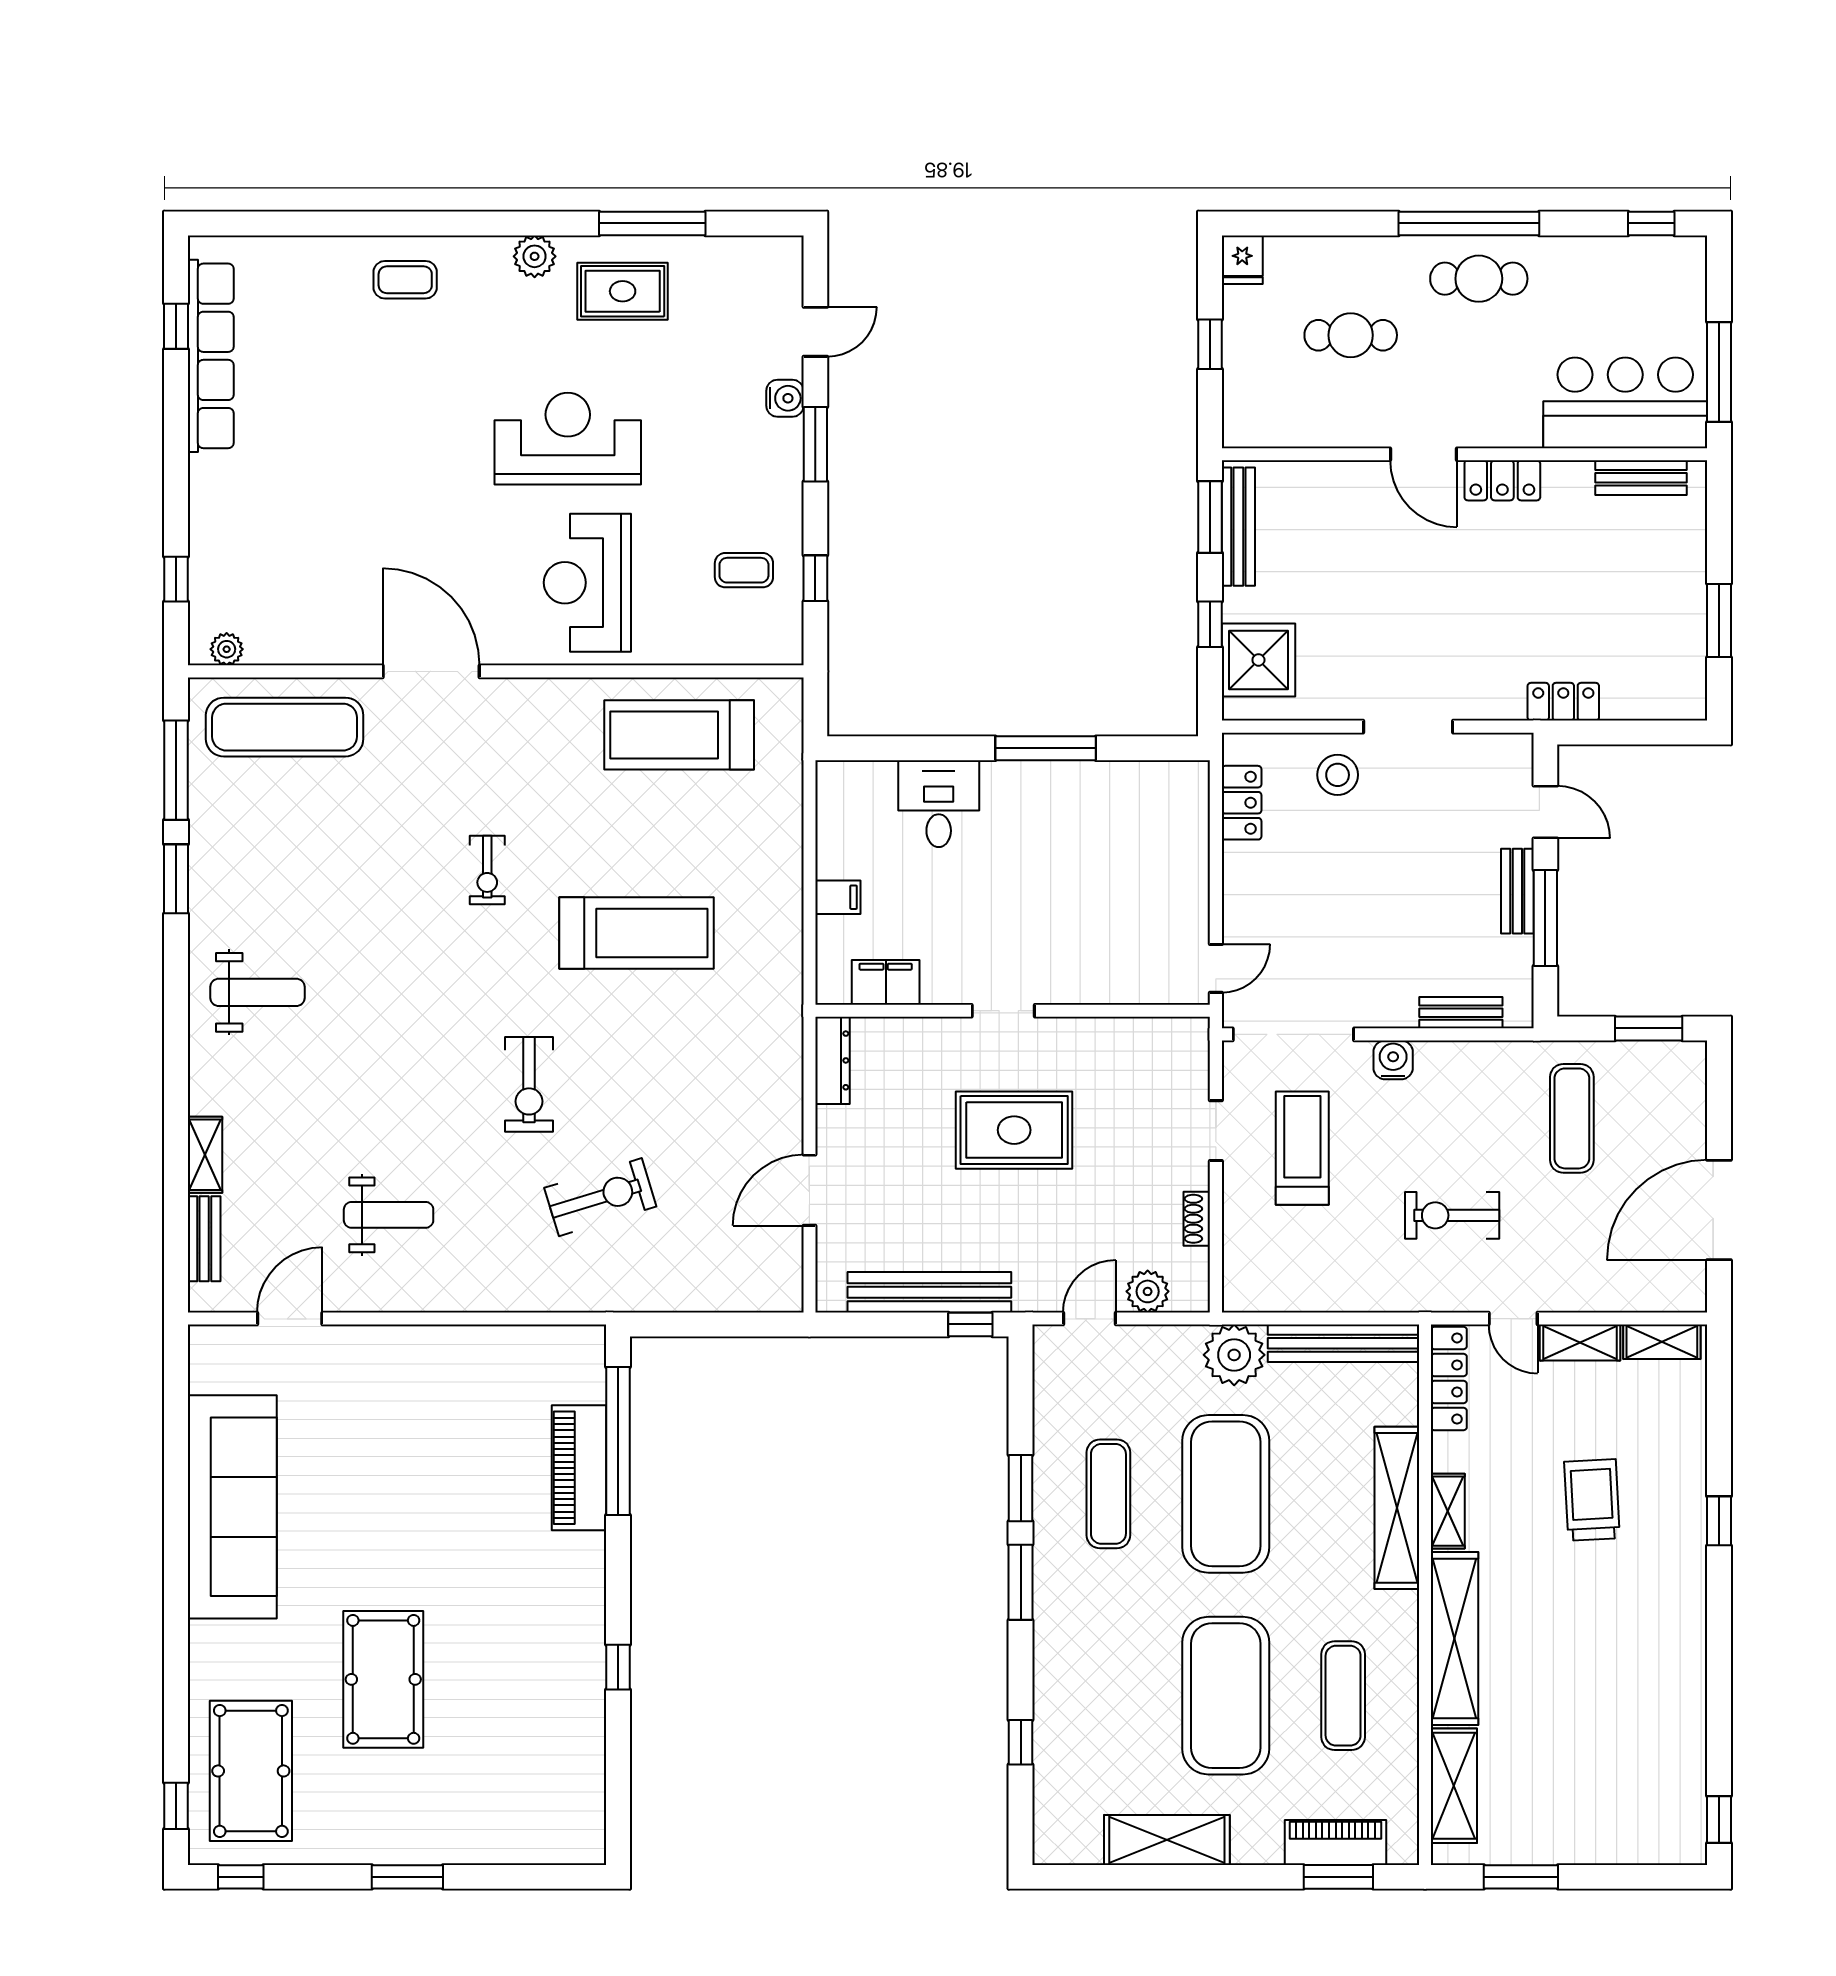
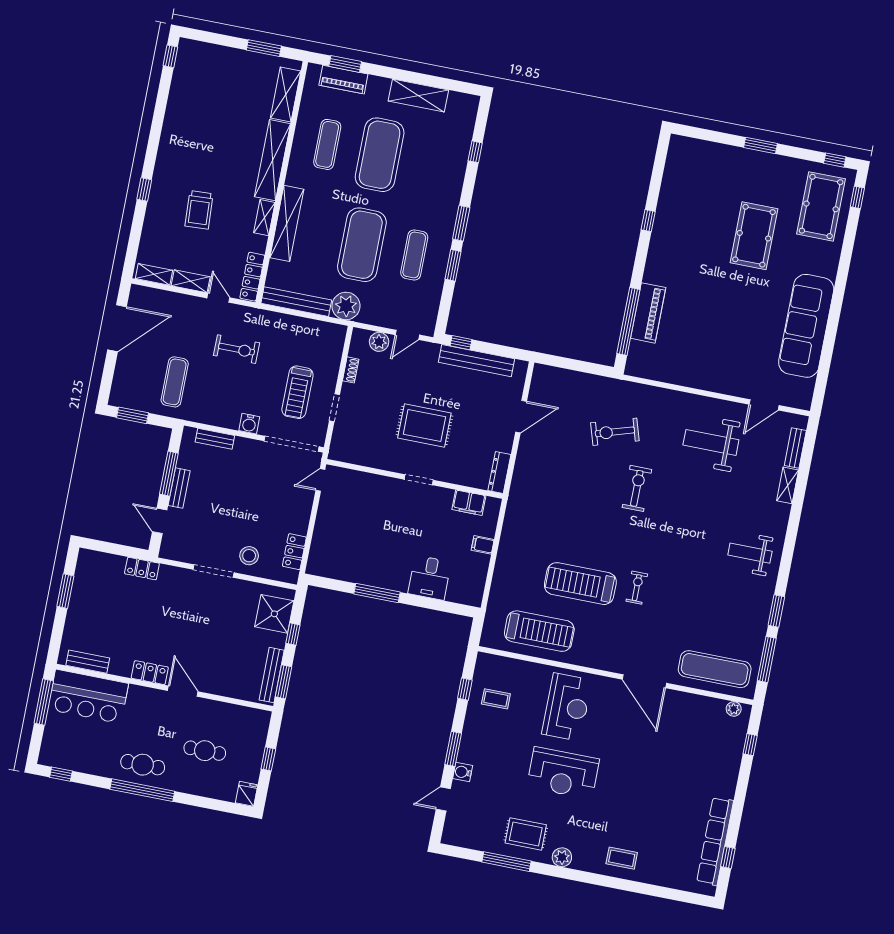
treadmill: (637, 933) -> (580, 584), moved
weight bench: (389, 1215) -> (711, 442), width x1.36, depth x1.33

